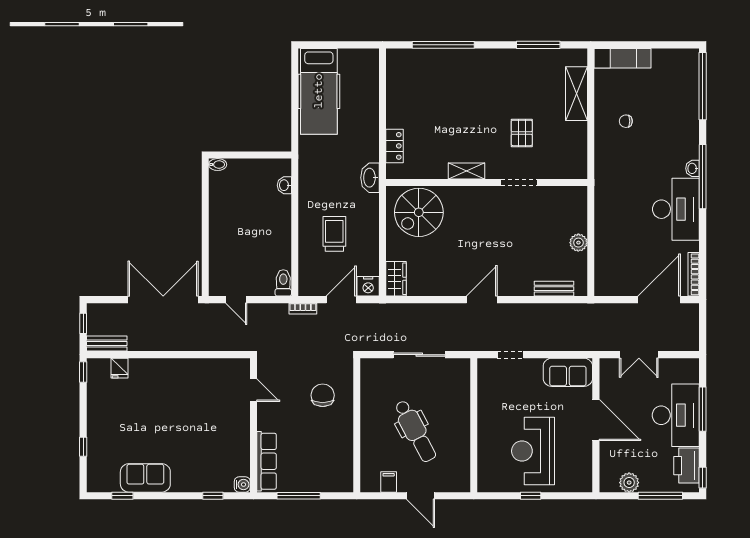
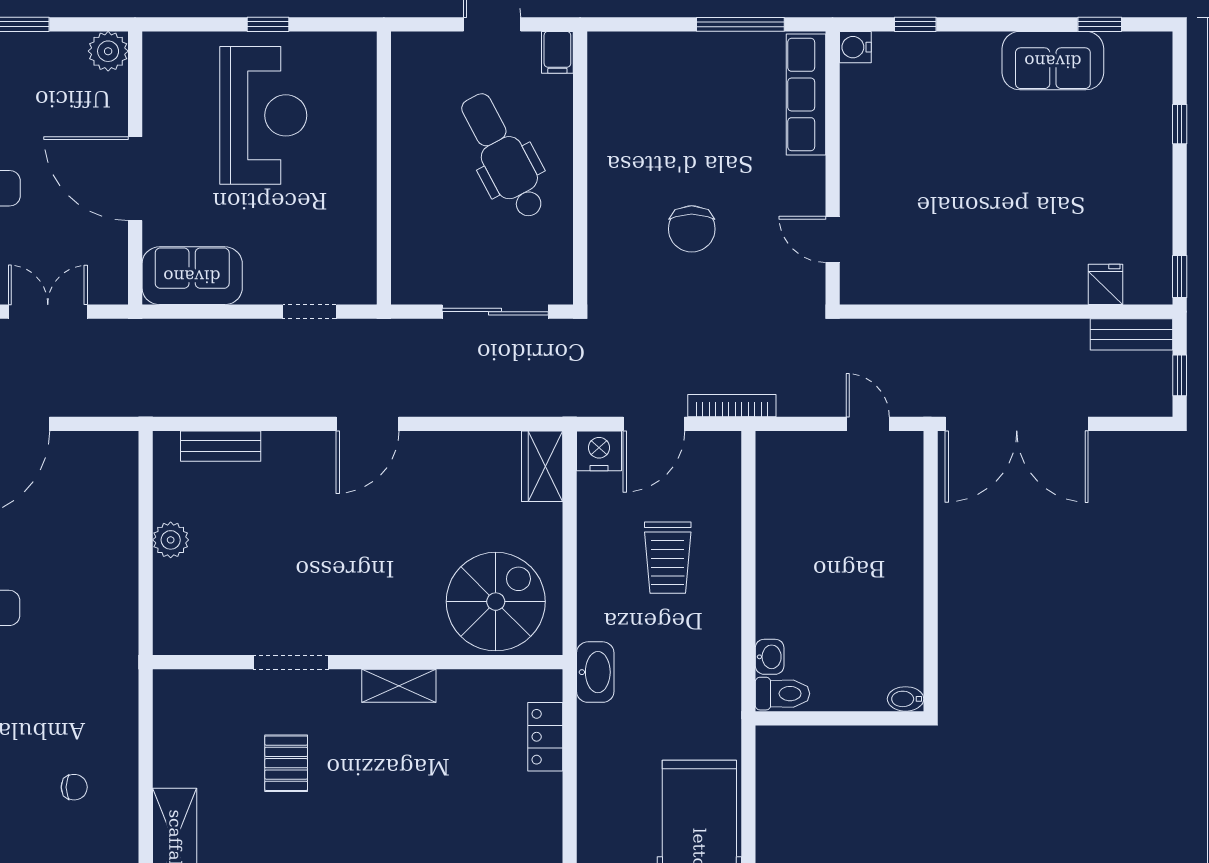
toilet: (283, 283) -> (782, 694), moved, turned -90
bookcase: (303, 309) -> (732, 406), width x1.56
wall: (357, 425) -> (580, 168), moved
plant: (629, 483) -> (108, 51), moved

